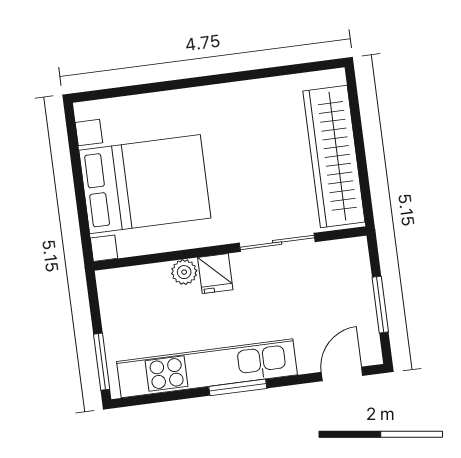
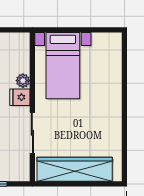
bed with nightstands: (145, 184) -> (63, 66), width x0.73

